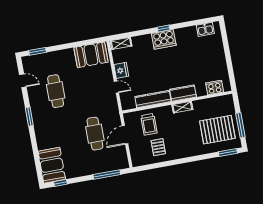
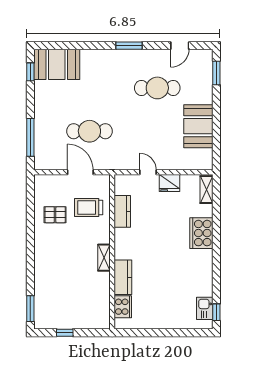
window: (163, 28) -> (216, 312), moved
cooker: (164, 39) -> (201, 233), moved
booth: (91, 55) -> (198, 126), moved
door: (116, 87) -> (148, 172), swing flipped
kitchen counter: (183, 93) -> (123, 277), moved
kitchen counter: (153, 99) -> (122, 211), width x0.67
window: (240, 125) -> (65, 333), width x0.46
pallet: (217, 130) -> (64, 300), removed

